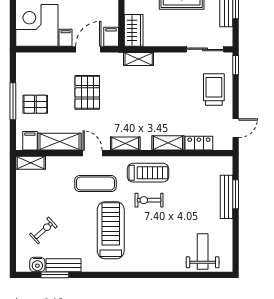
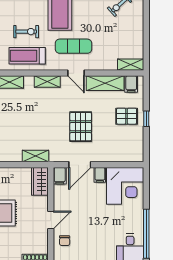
window: (13, 101) -> (146, 119), width x0.46

